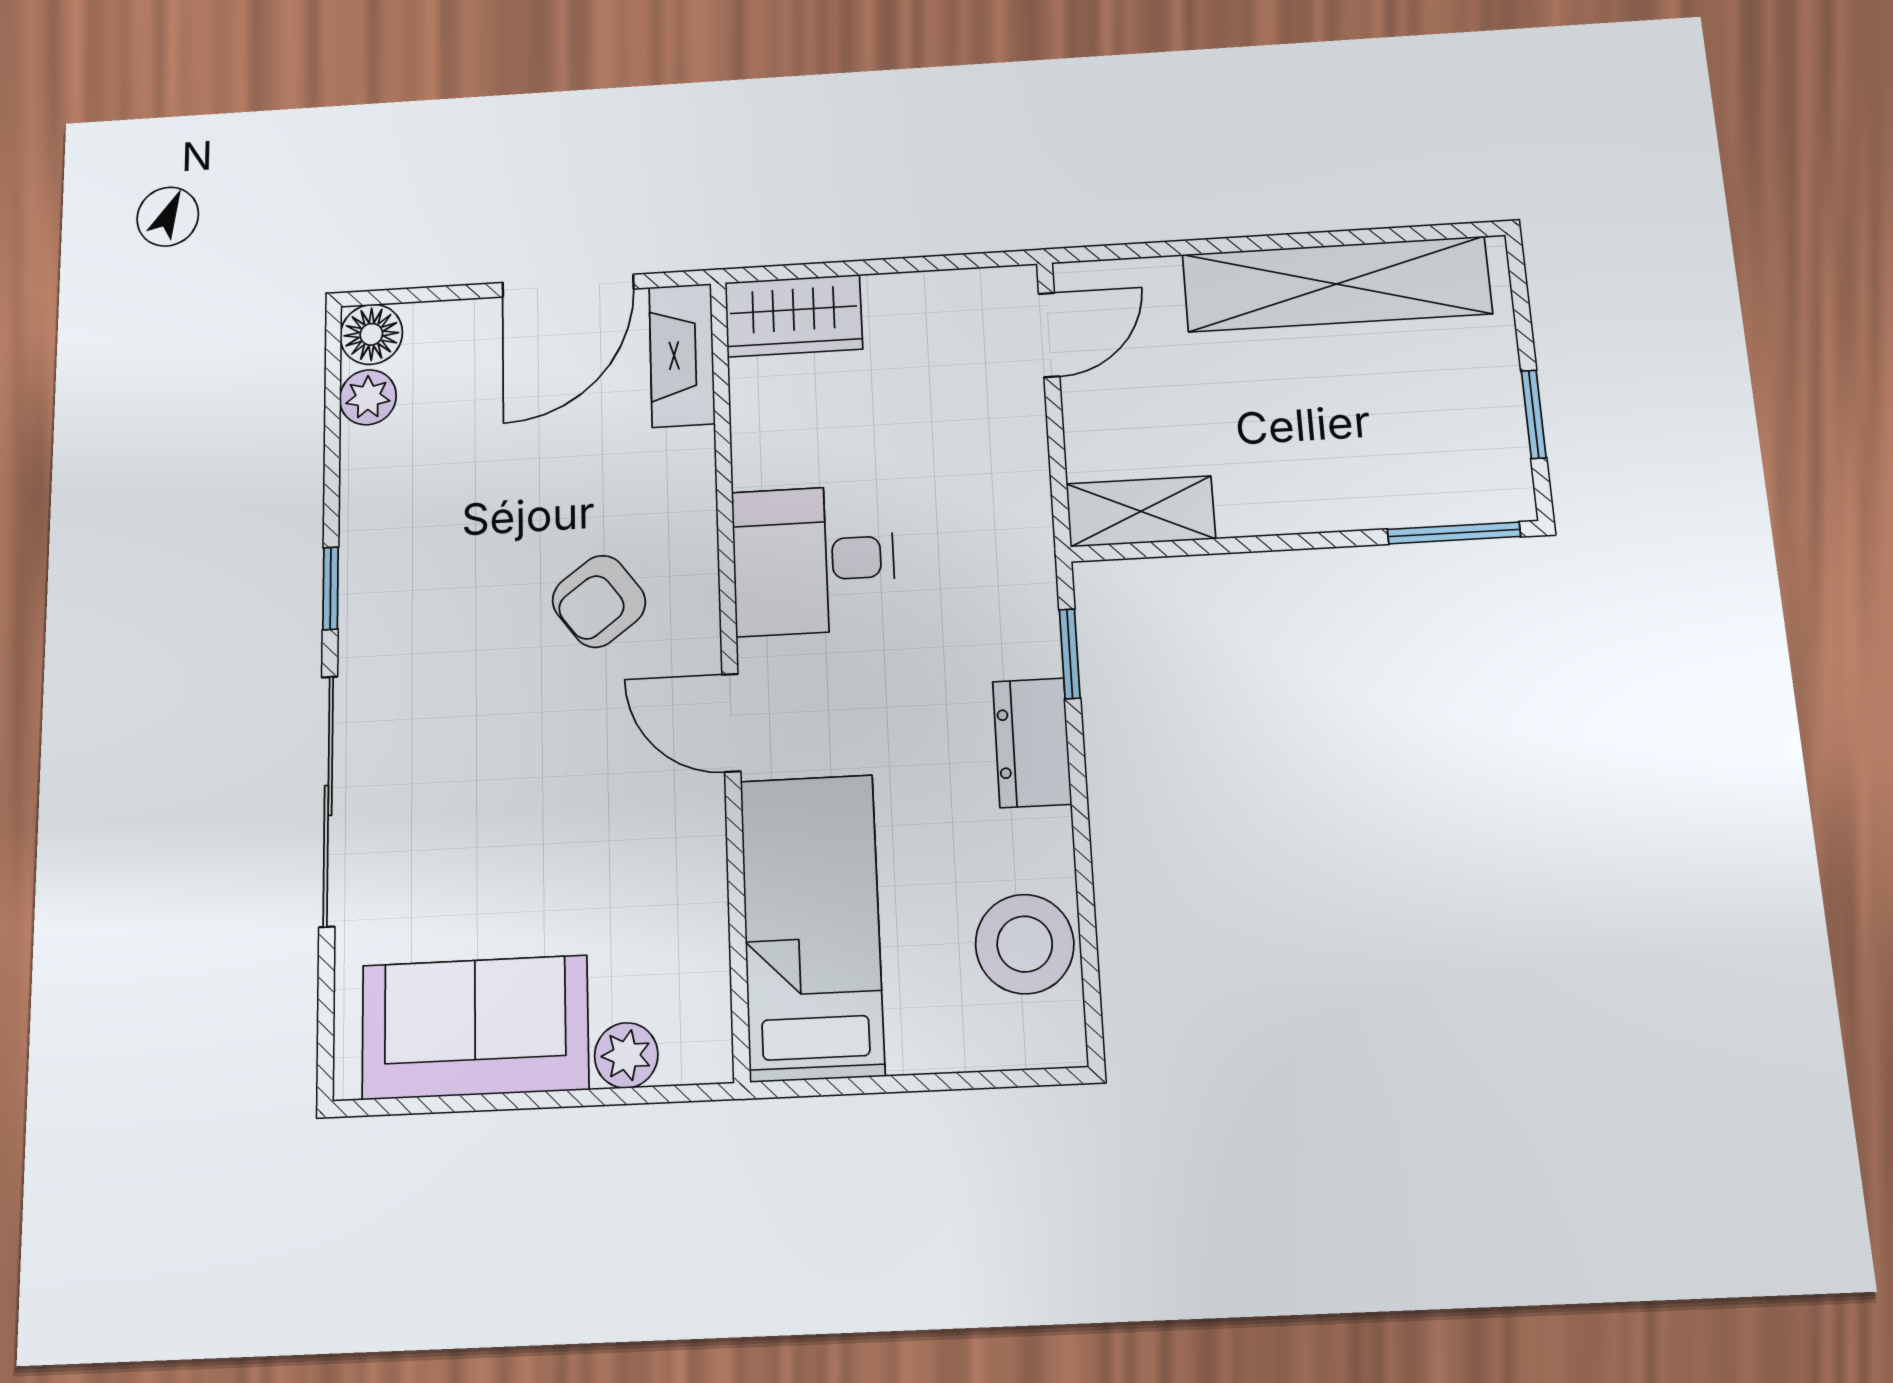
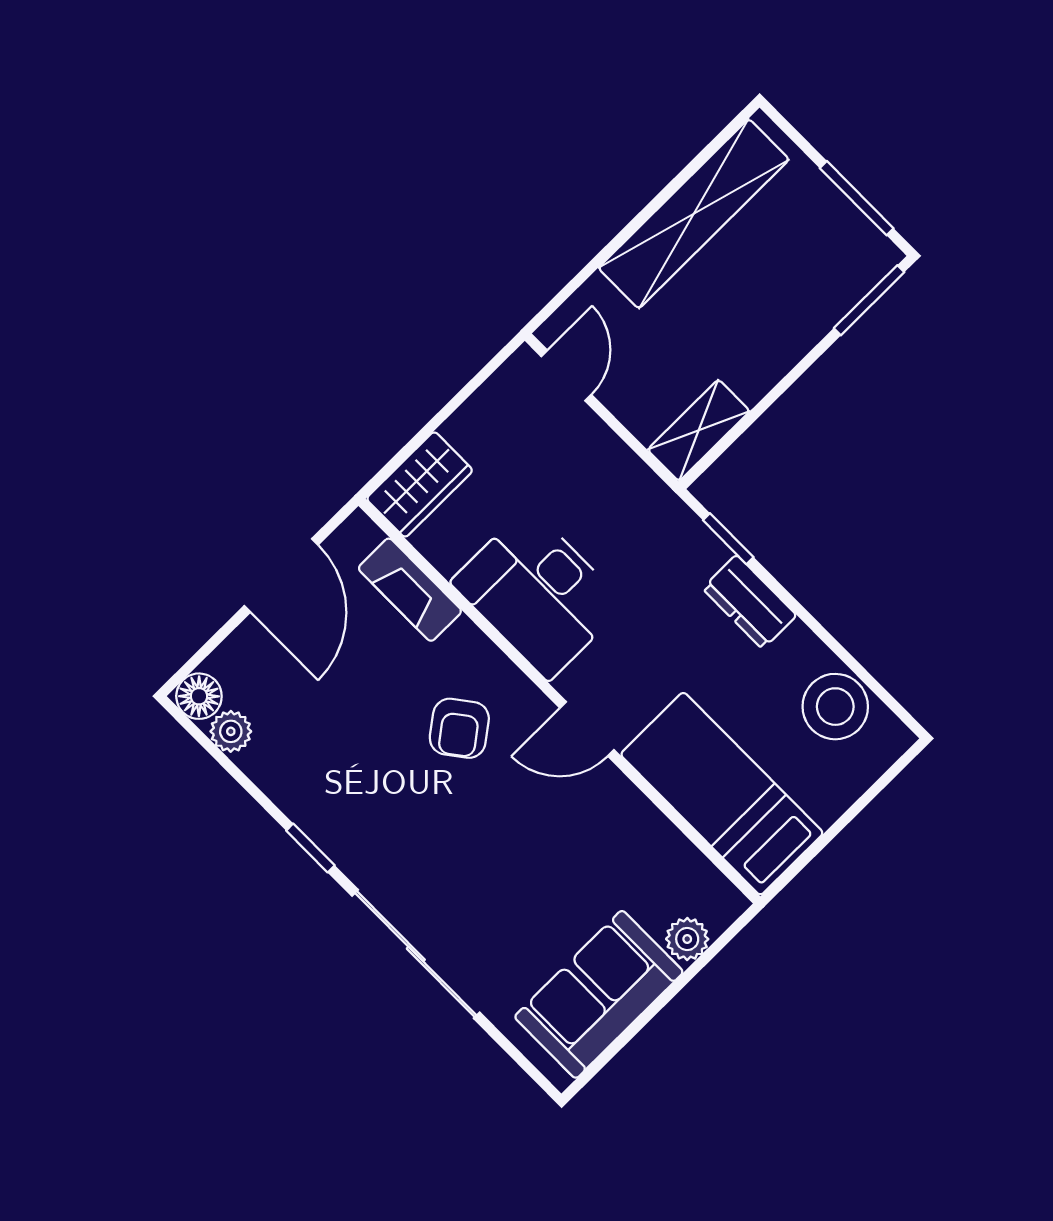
fireplace: (682, 355) -> (410, 590), moved
window: (1534, 414) -> (857, 198), width x1.50
desk: (813, 560) -> (538, 593), width x1.37

